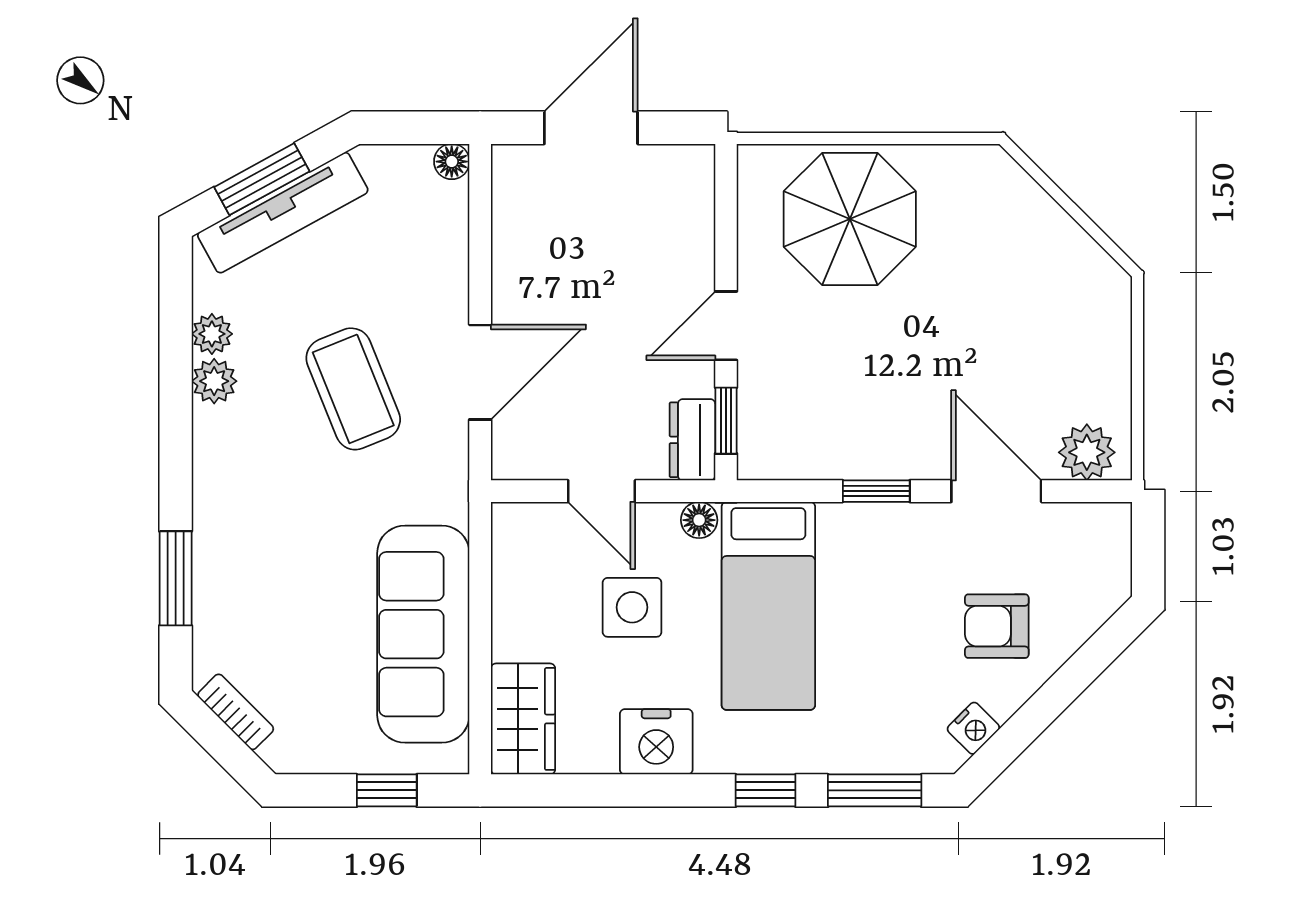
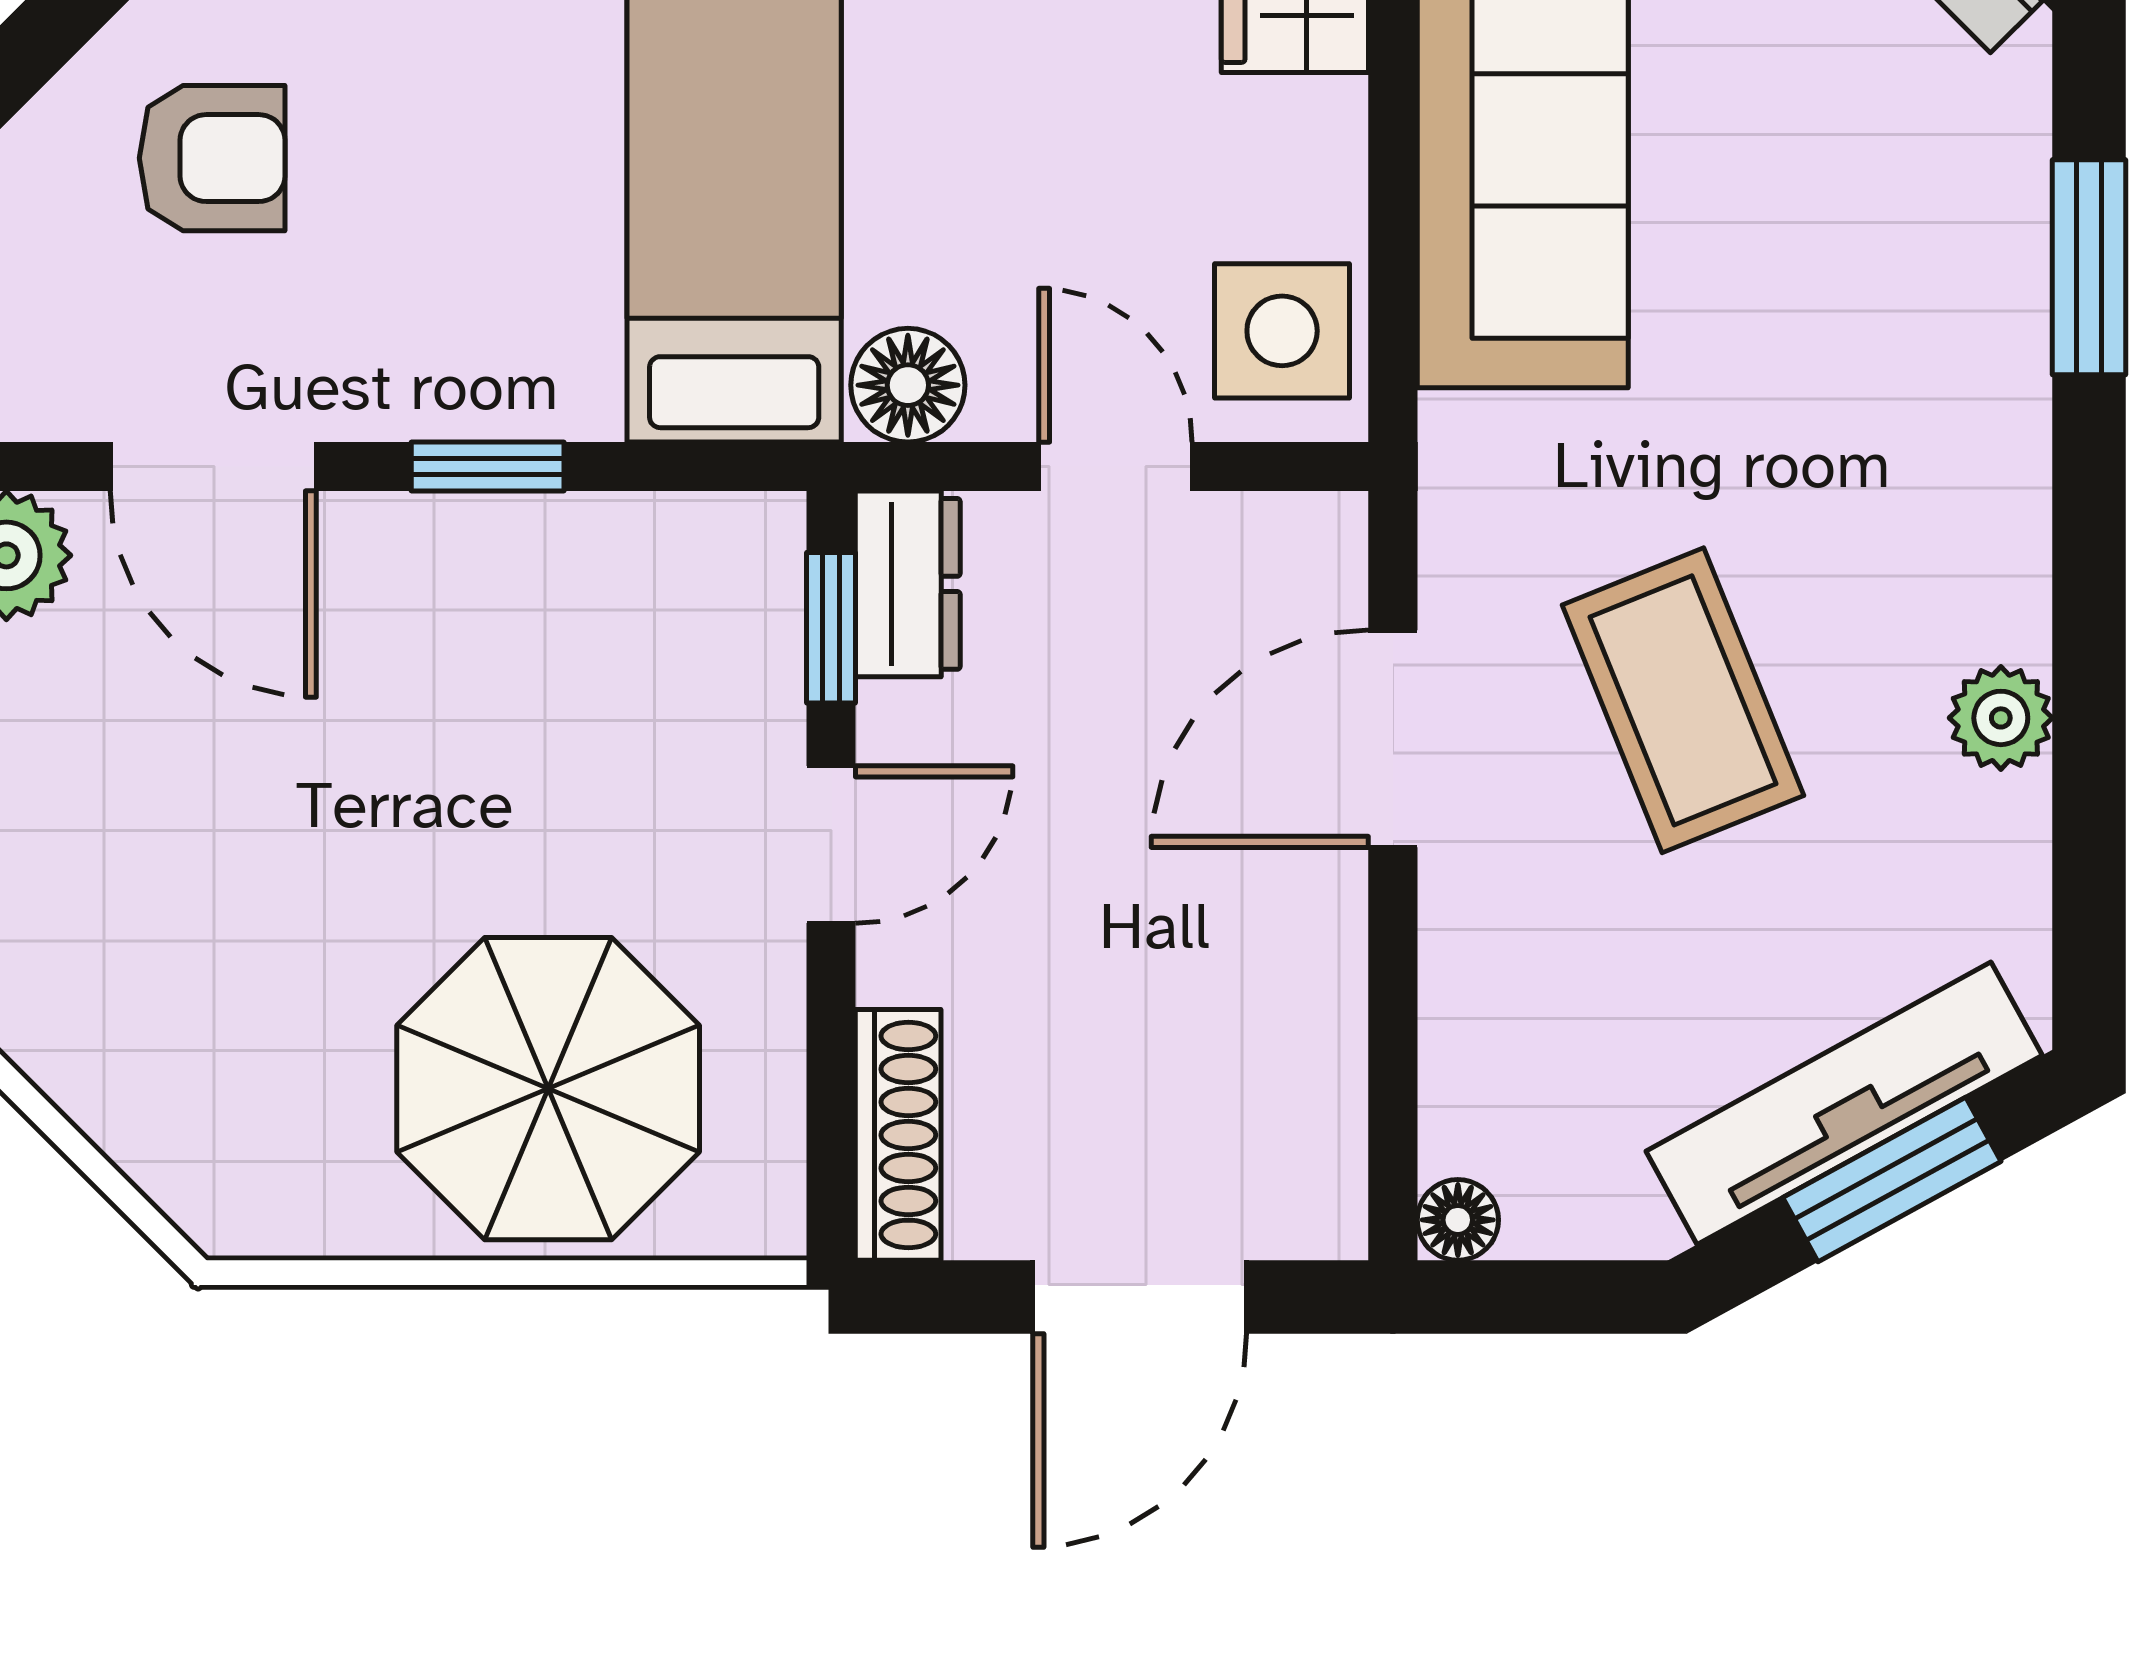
shoe rack: (697, 199) -> (898, 1135), added
plant: (212, 334) -> (2006, 826), removed
floor lamp: (699, 520) -> (908, 385), width x1.37, depth x1.37
side table: (632, 607) -> (1282, 331), moved

